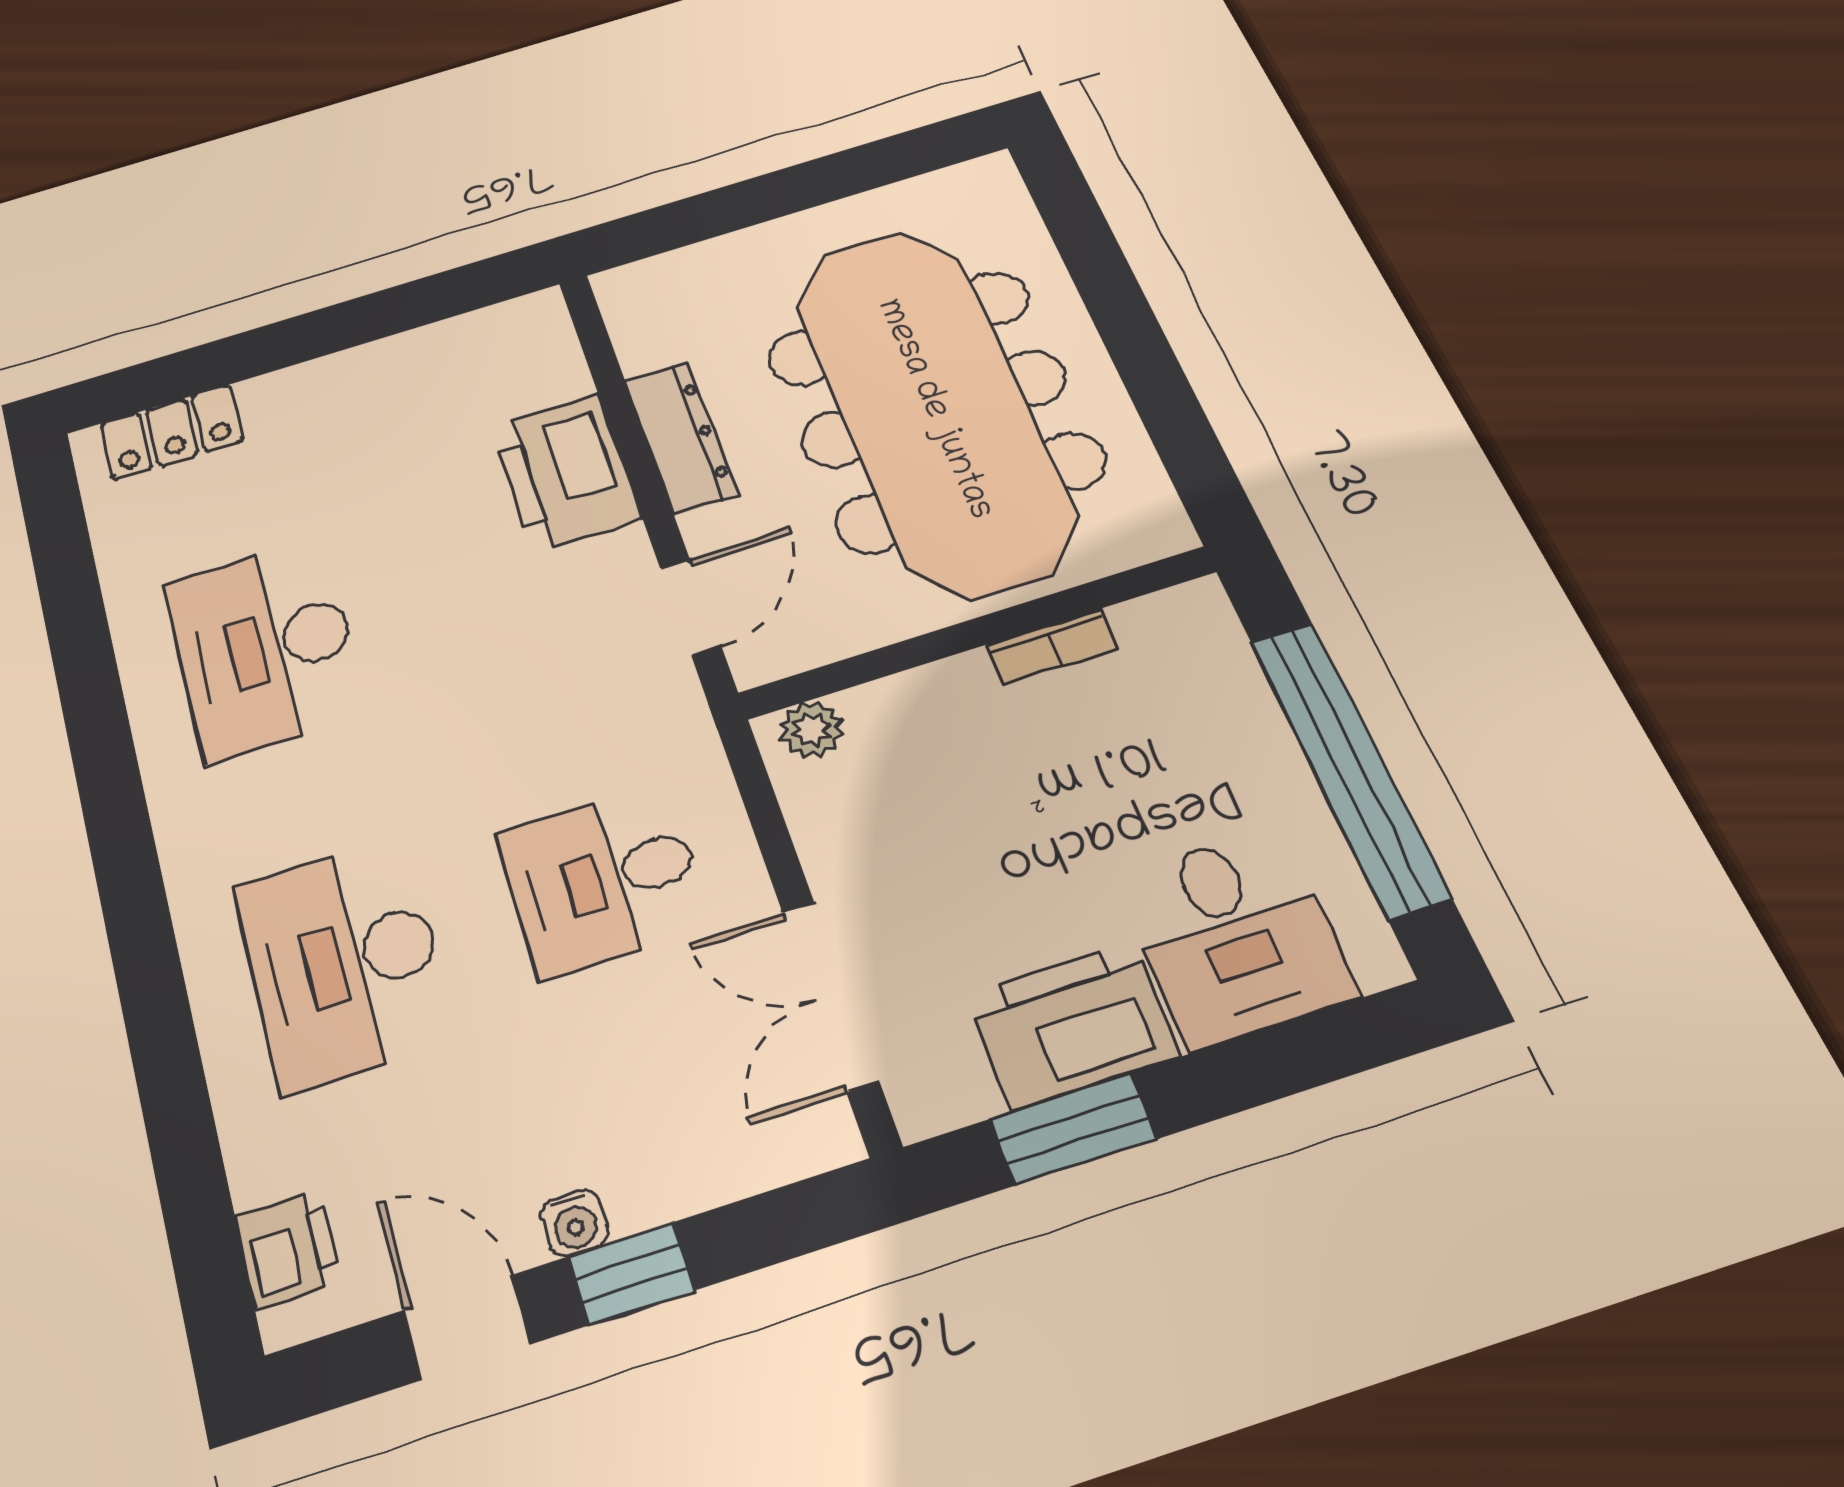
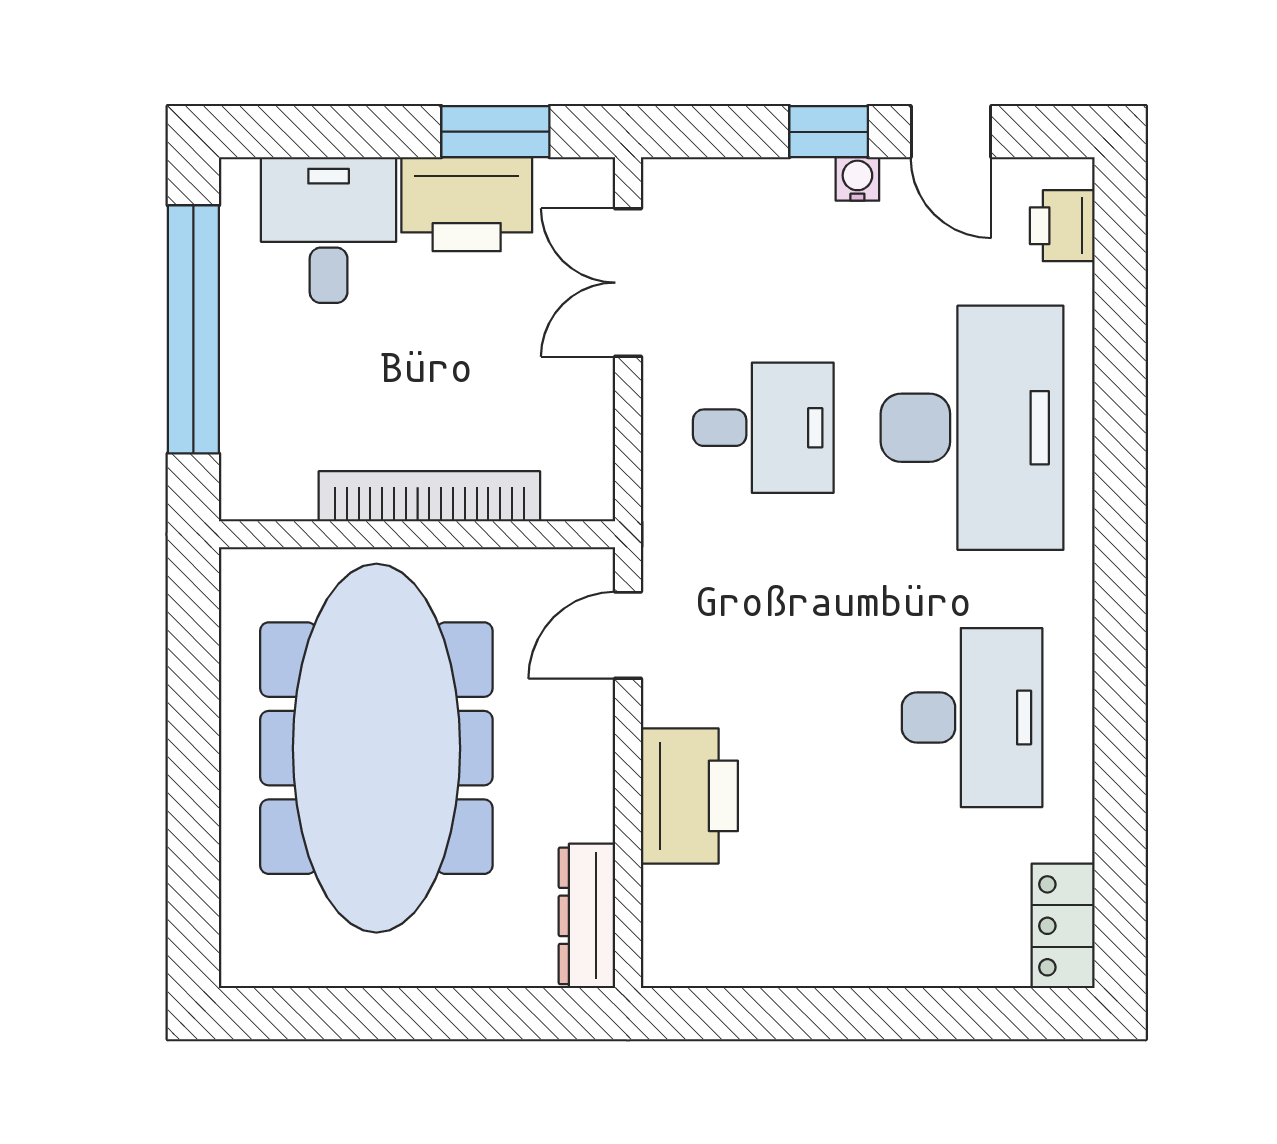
locker: (172, 432) -> (1063, 926), moved, turned -90
dresser: (681, 438) -> (587, 916), moved
bookcase: (1052, 647) -> (429, 496), width x2.31, depth x1.31
plant: (812, 730) -> (570, 496), removed
desk: (344, 962) -> (972, 428), width x1.36, depth x1.30
double door: (830, 996) -> (628, 283), swing flipped

